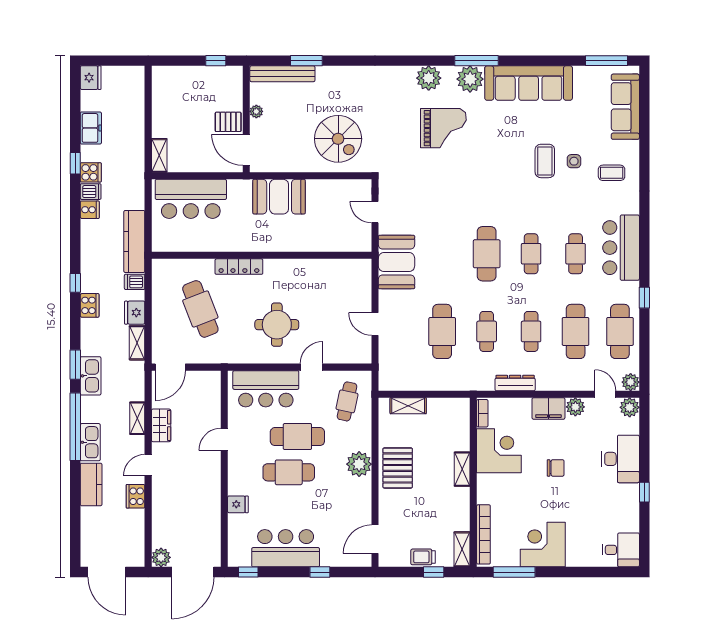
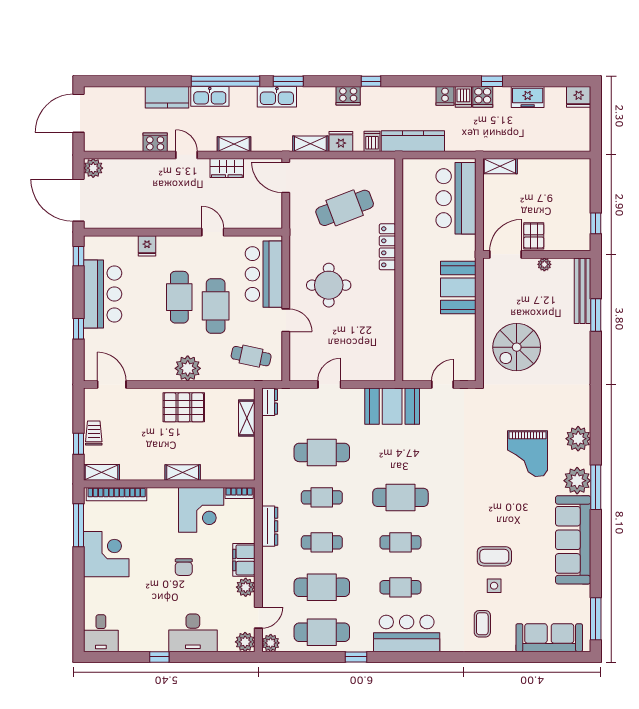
dresser: (392, 383) -> (270, 402), added

